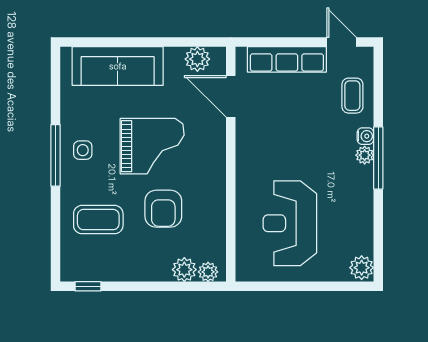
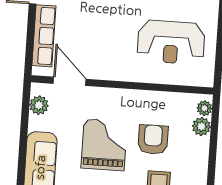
door: (231, 96) -> (70, 81), swing flipped
armchair: (163, 209) -> (153, 140), turned -90

